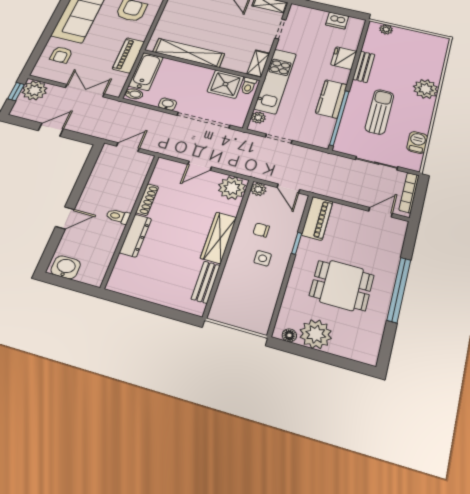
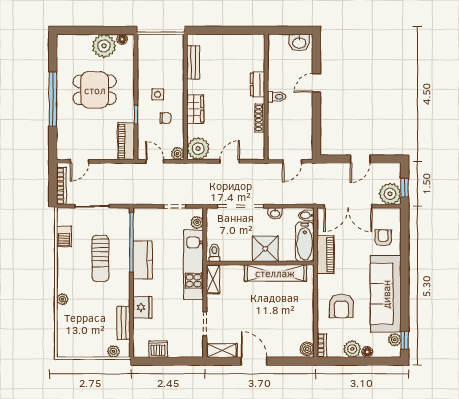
bench: (364, 67) -> (124, 323), moved
shower: (225, 84) -> (265, 249), moved
plant: (426, 89) -> (62, 299), width x0.53, depth x0.53
double door: (85, 91) -> (348, 206), width x1.37
dresser: (136, 236) -> (258, 84), width x0.70
wardrobe: (219, 238) -> (195, 109), width x0.67

